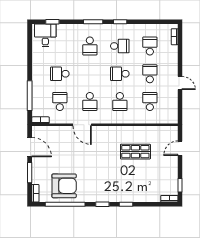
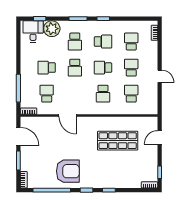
plant: (65, 32) -> (52, 29), added
school desk: (90, 102) -> (75, 68), moved
shop shelf: (135, 152) -> (118, 141), width x1.43, depth x1.36
armchair: (64, 186) -> (68, 171), moved

